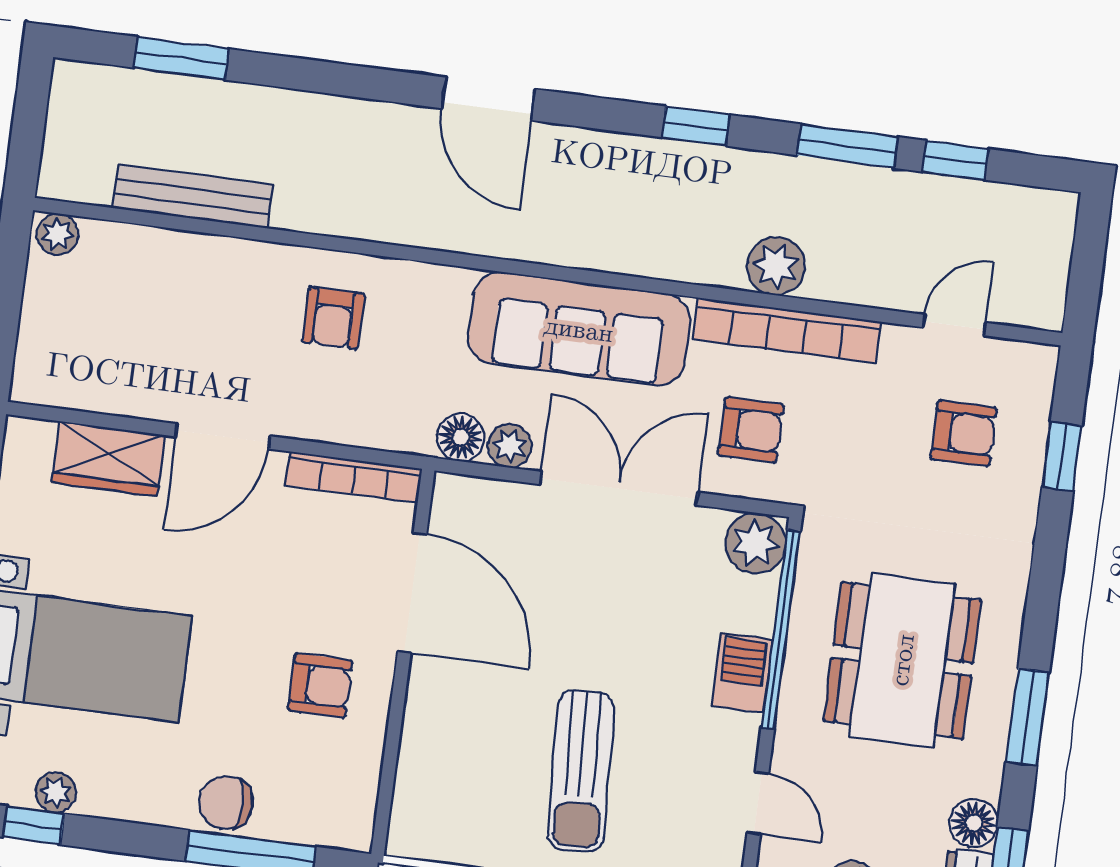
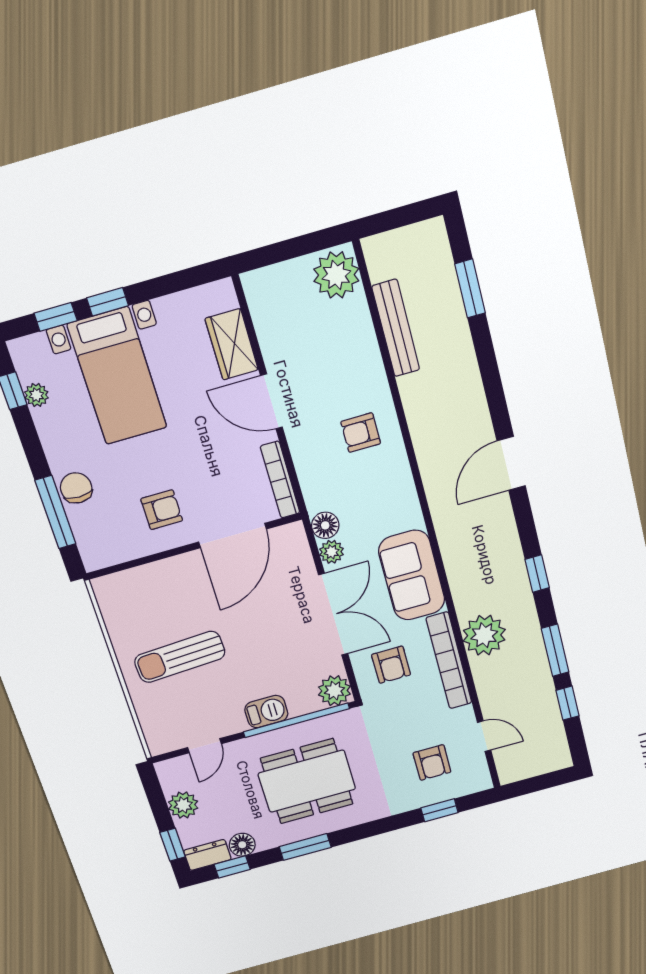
plant: (57, 234) -> (336, 275), width x1.88, depth x1.88
plant: (776, 266) -> (484, 635), width x1.36, depth x1.36
sofa: (579, 329) -> (412, 575), width x0.73
armchair: (320, 685) -> (162, 510), turned -90

